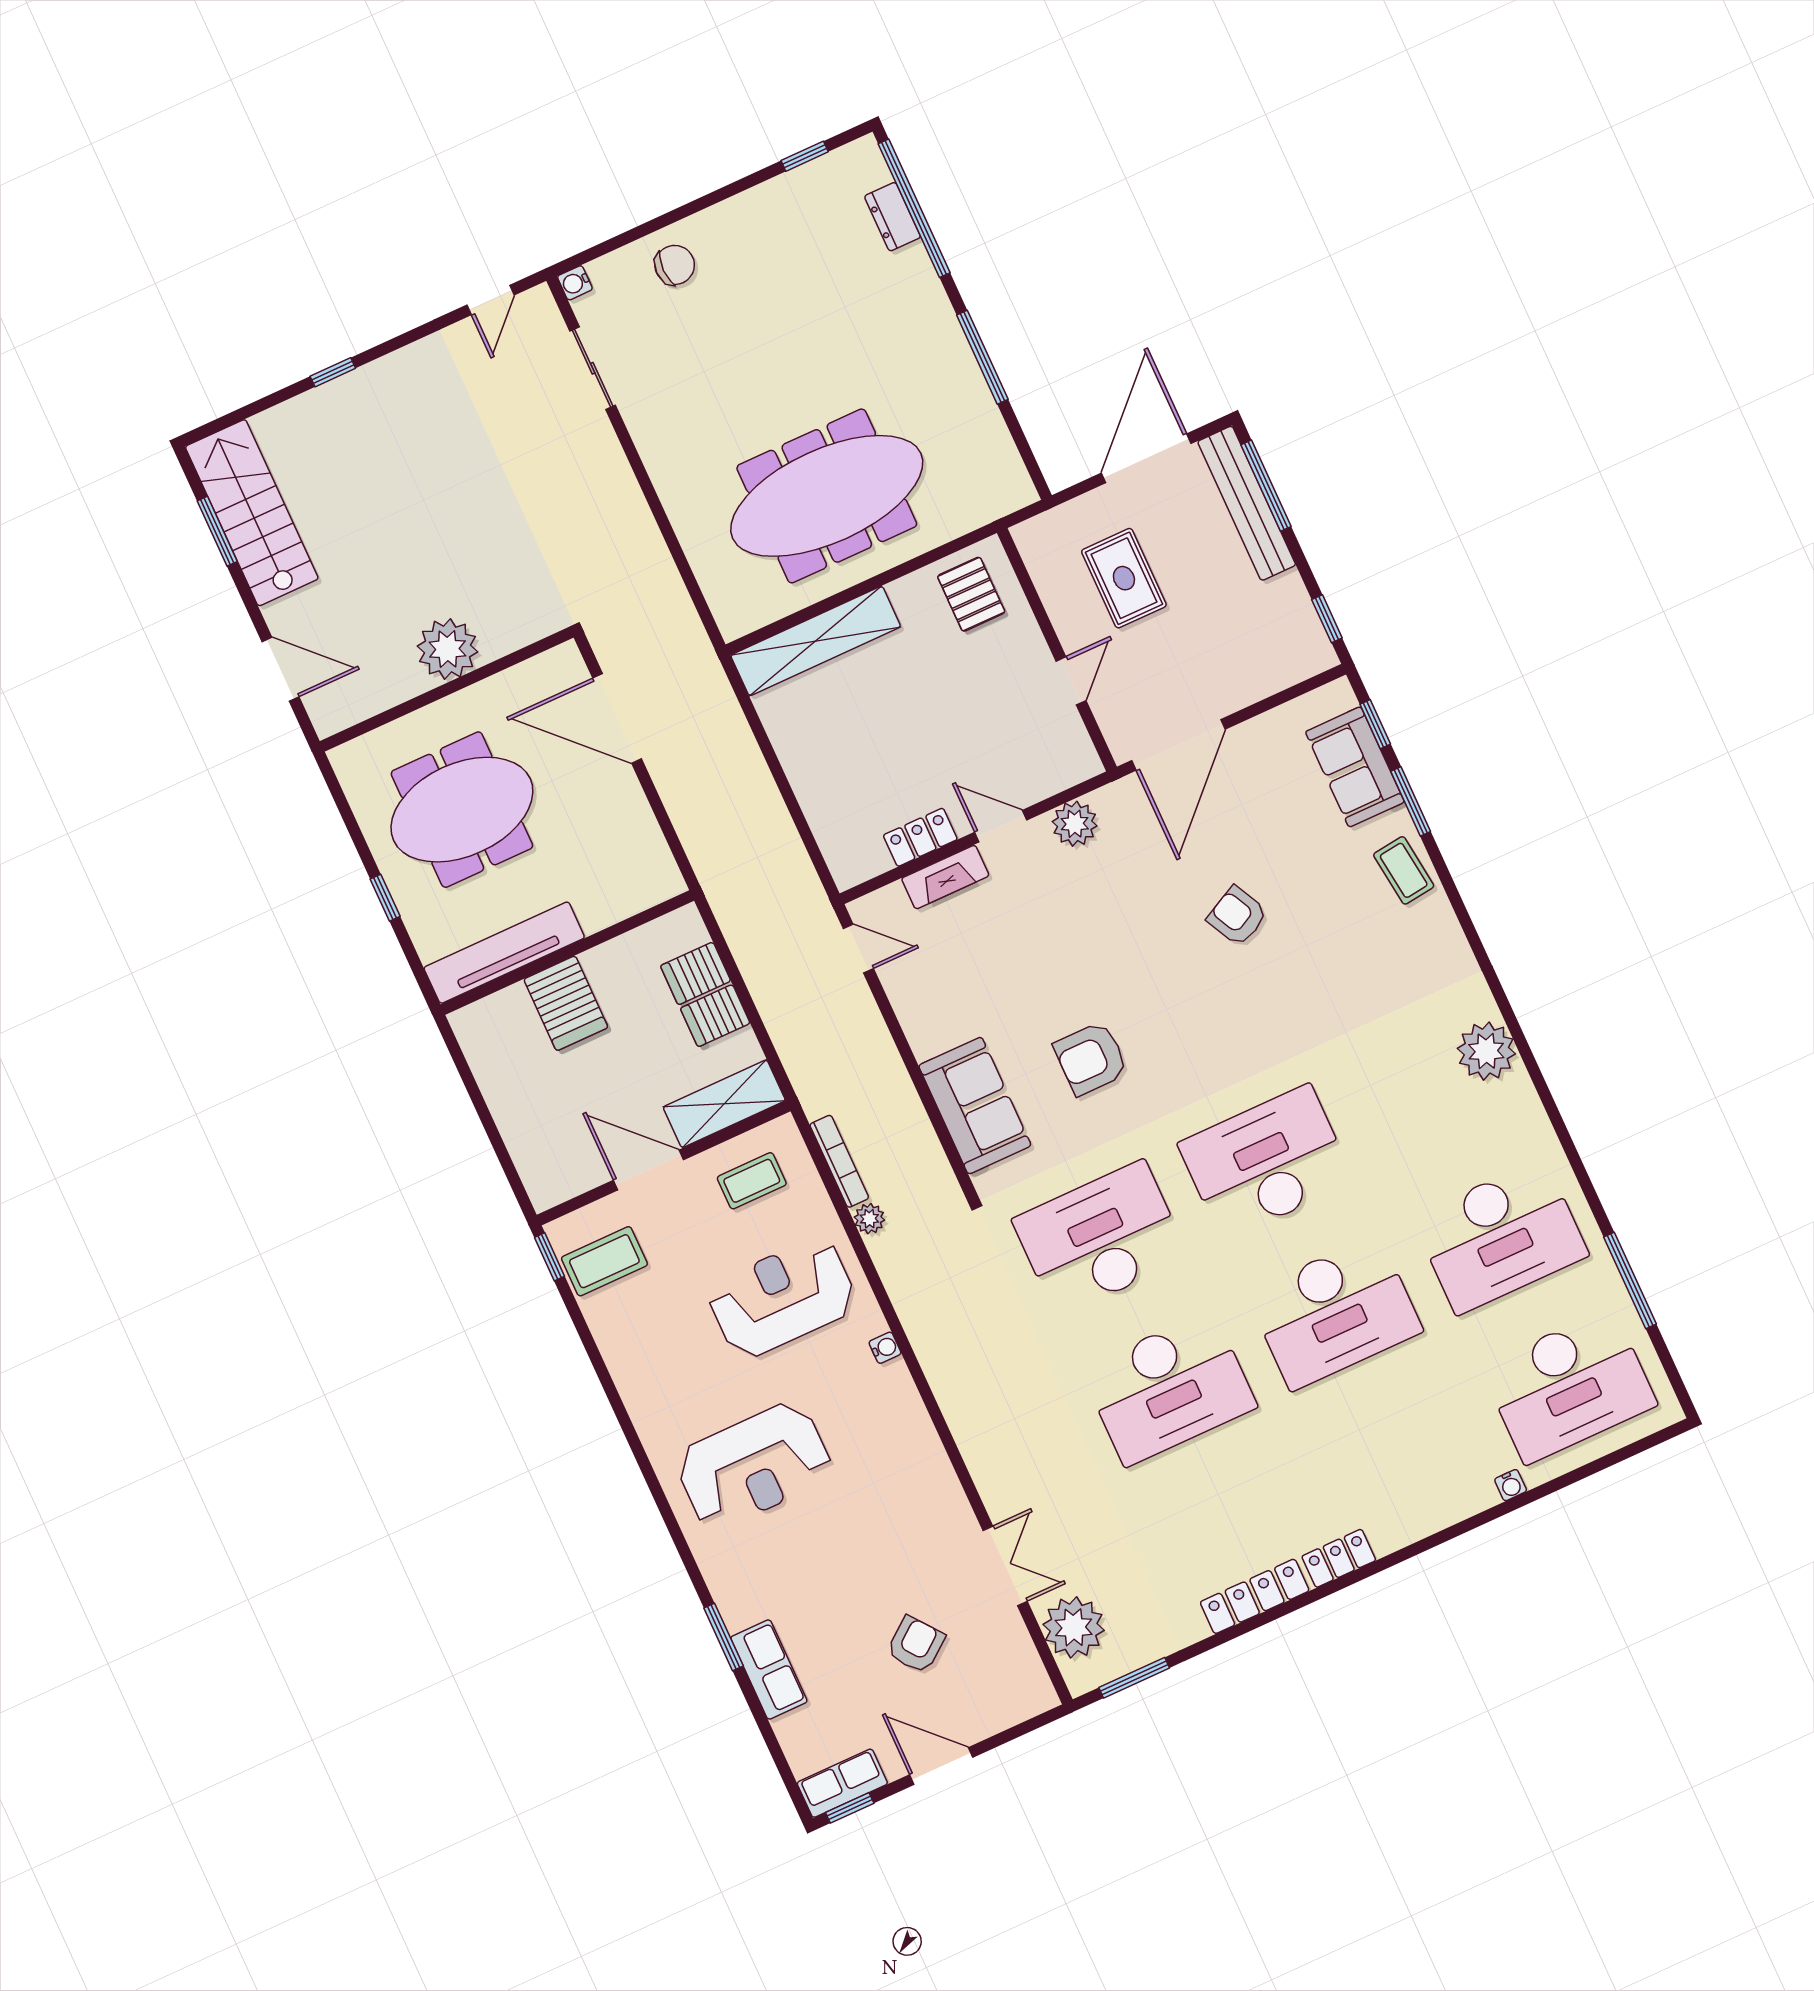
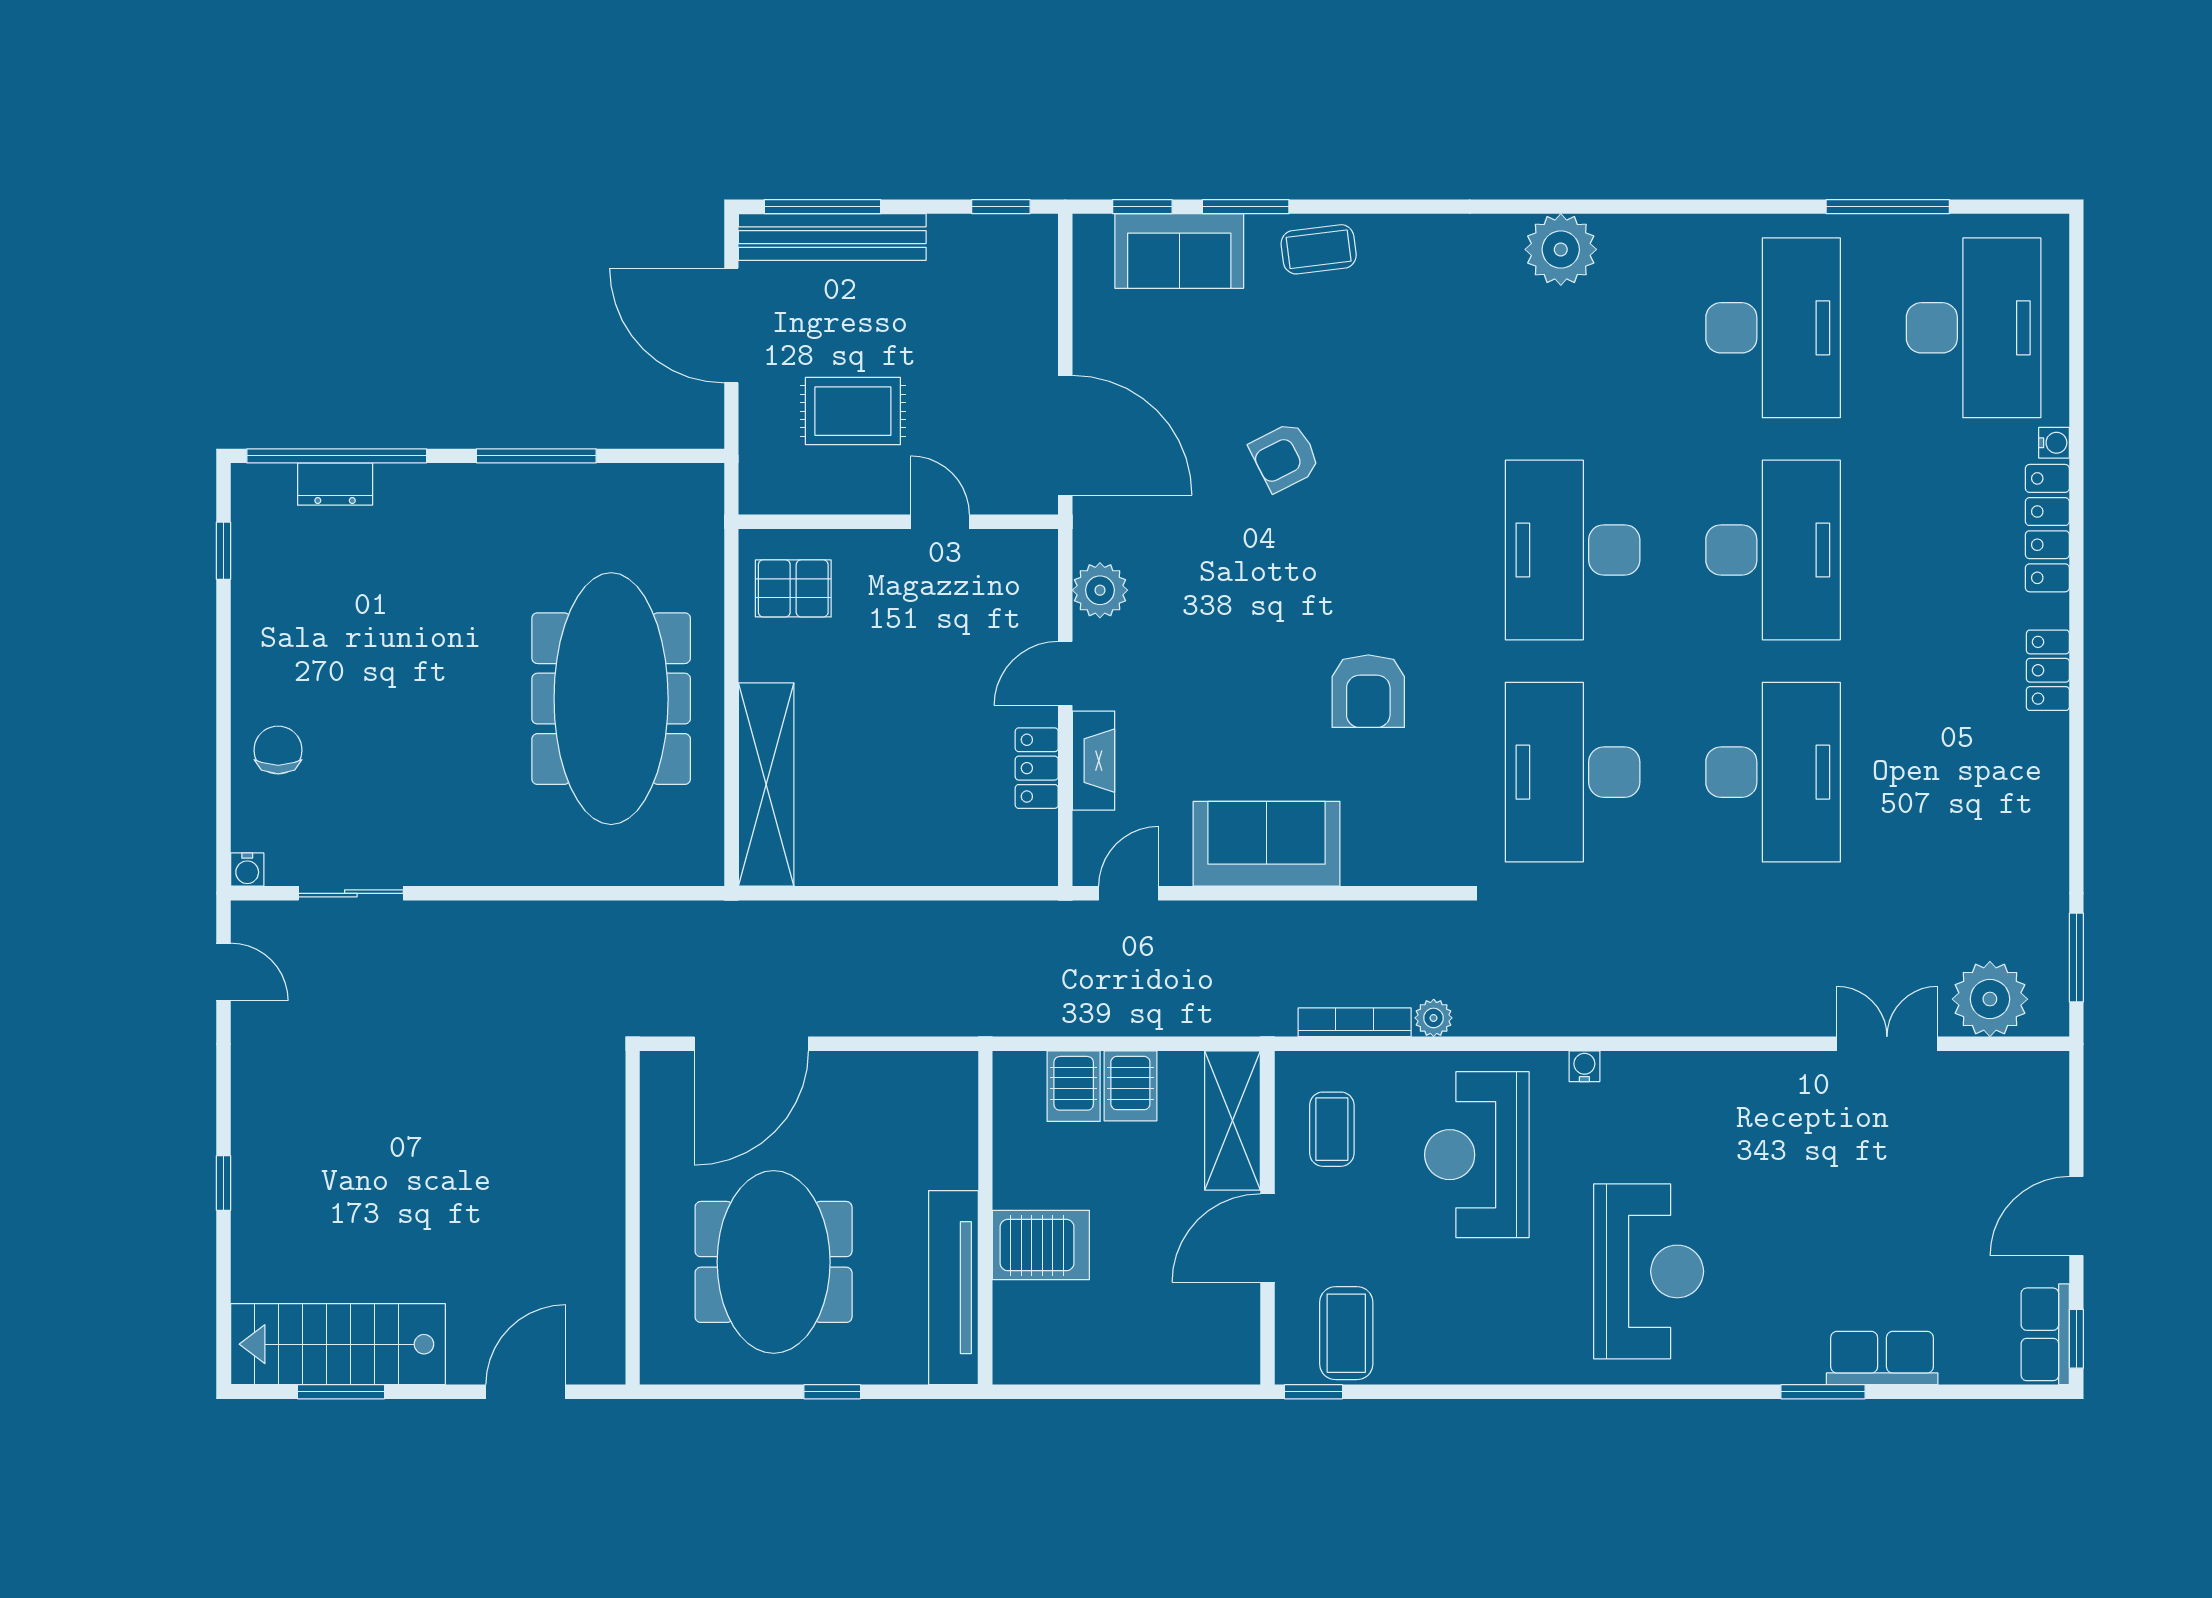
plant: (447, 649) -> (588, 1197), removed
sofa: (975, 1106) -> (1267, 844), moved
locker: (1255, 1596) -> (2047, 528), moved
armchair: (916, 1645) -> (1929, 1183), removed

